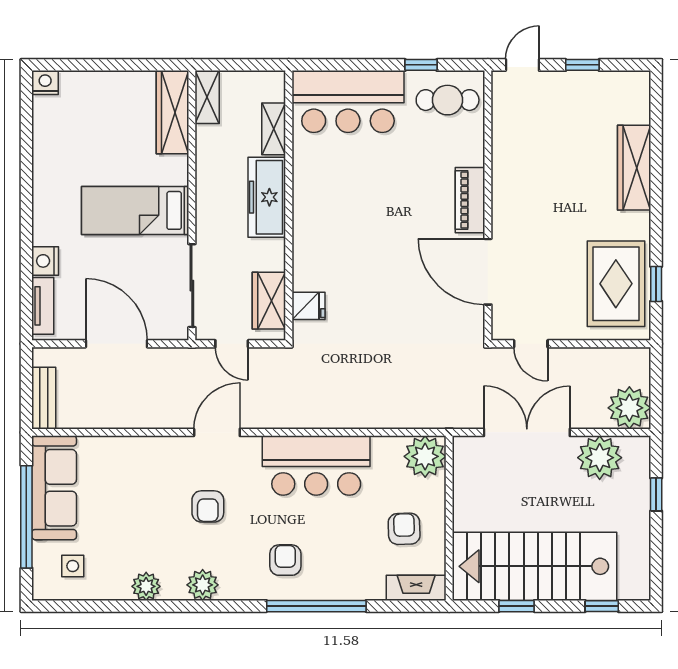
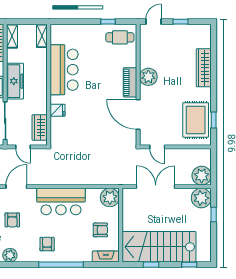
bar counter: (348, 102) -> (64, 70), moved, turned -90
shelving: (274, 129) -> (42, 36), moved
plant: (511, 188) -> (148, 77), added
freezer: (267, 197) -> (15, 81), moved, turned 180
fridge: (308, 306) -> (57, 110), moved
plant: (600, 458) -> (201, 198), moved
armchair: (404, 529) -> (100, 230), turned 92

